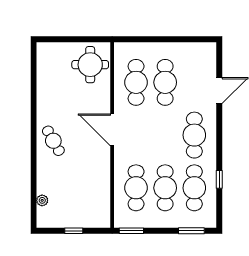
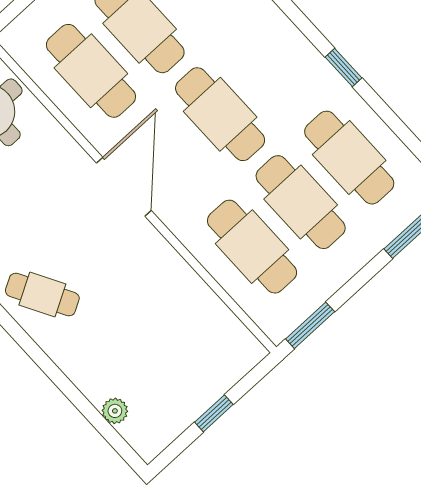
door: (112, 130) -> (124, 187), swing flipped
cafe table: (194, 135) -> (220, 114), moved
window: (219, 179) -> (343, 68), moved

